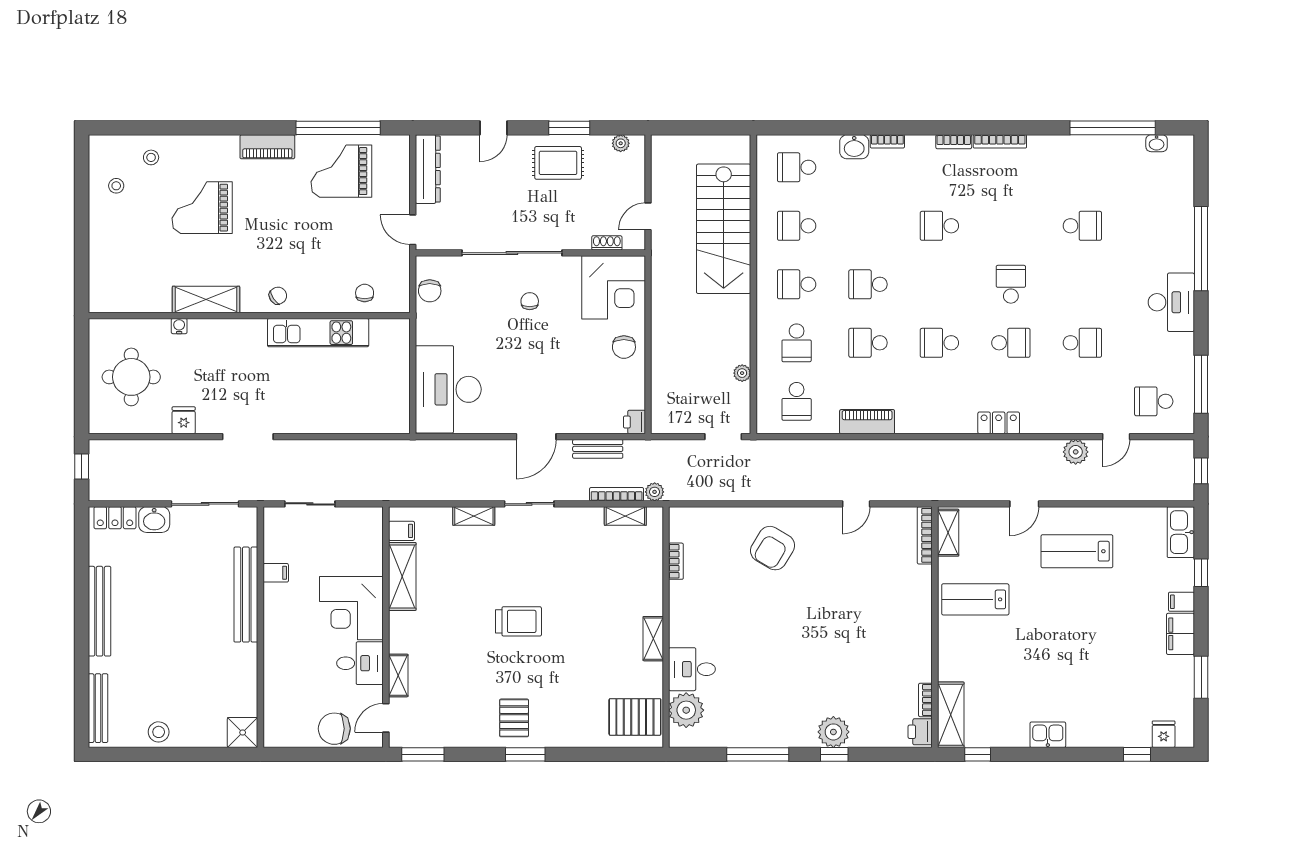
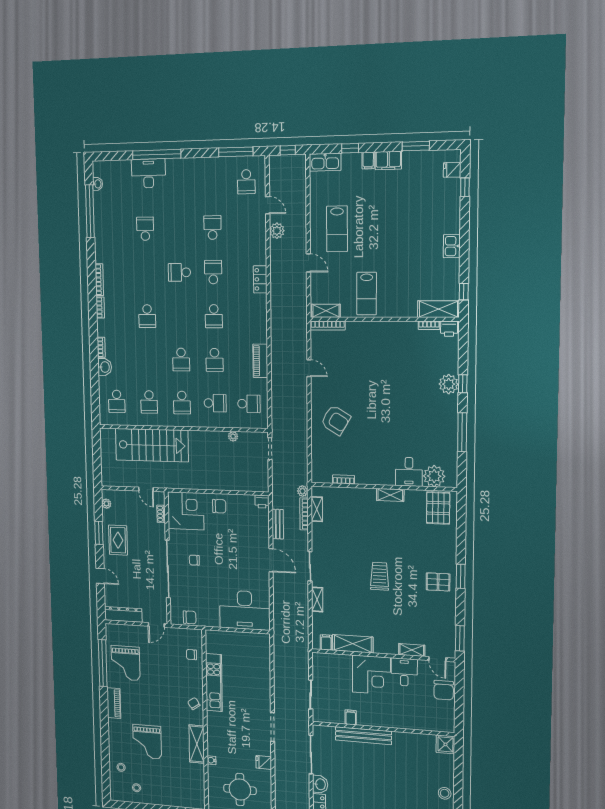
desk: (1171, 302) -> (148, 173), moved

